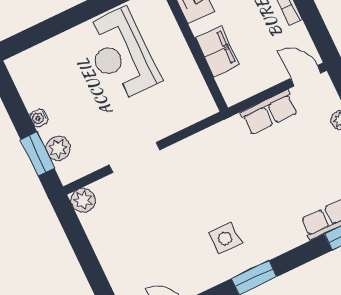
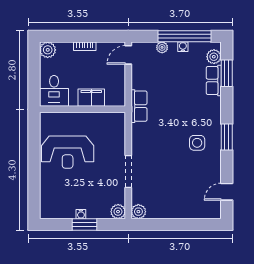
row of seats: (269, 112) -> (139, 106), moved
plant: (58, 148) -> (118, 212), moved
window: (37, 154) -> (85, 225), moved

